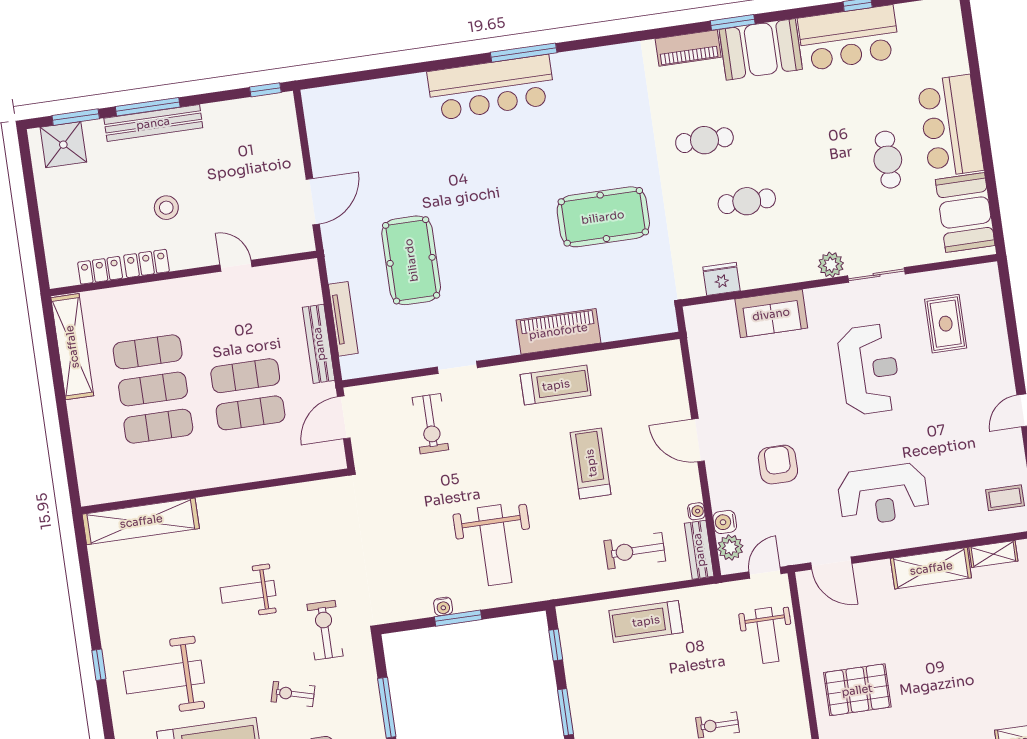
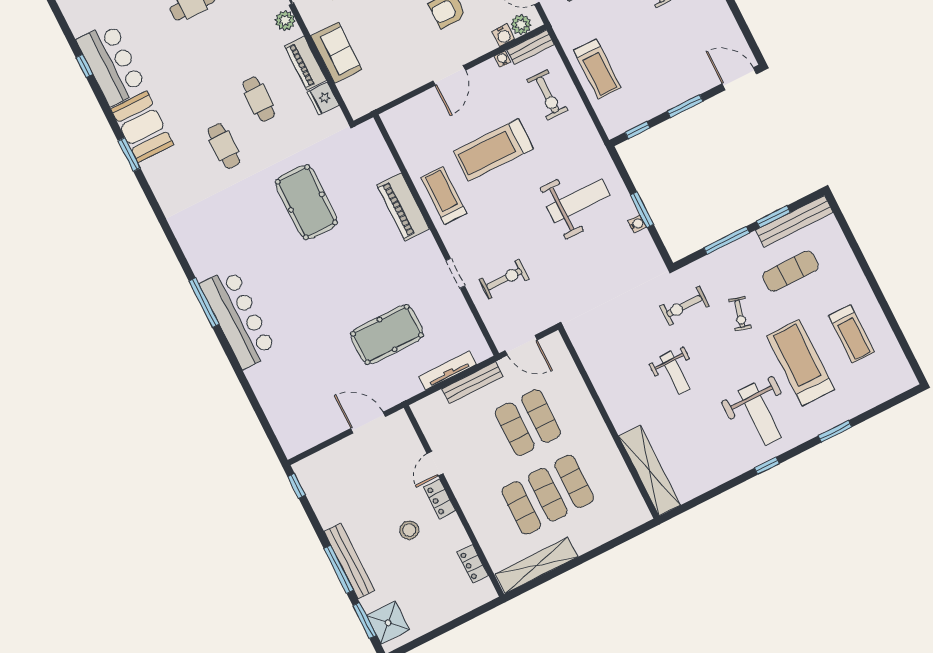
piano: (688, 48) -> (306, 63), moved, turned 180
locker: (146, 263) -> (440, 499), moved
treadmill: (591, 463) -> (493, 150), width x1.37, depth x1.38

